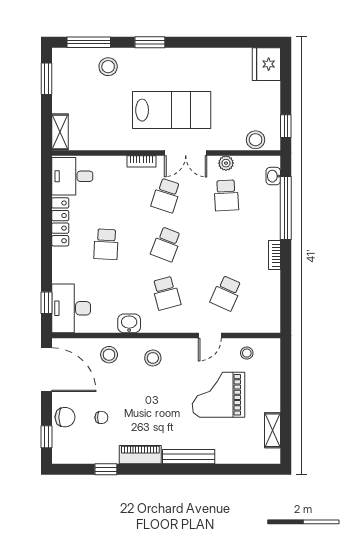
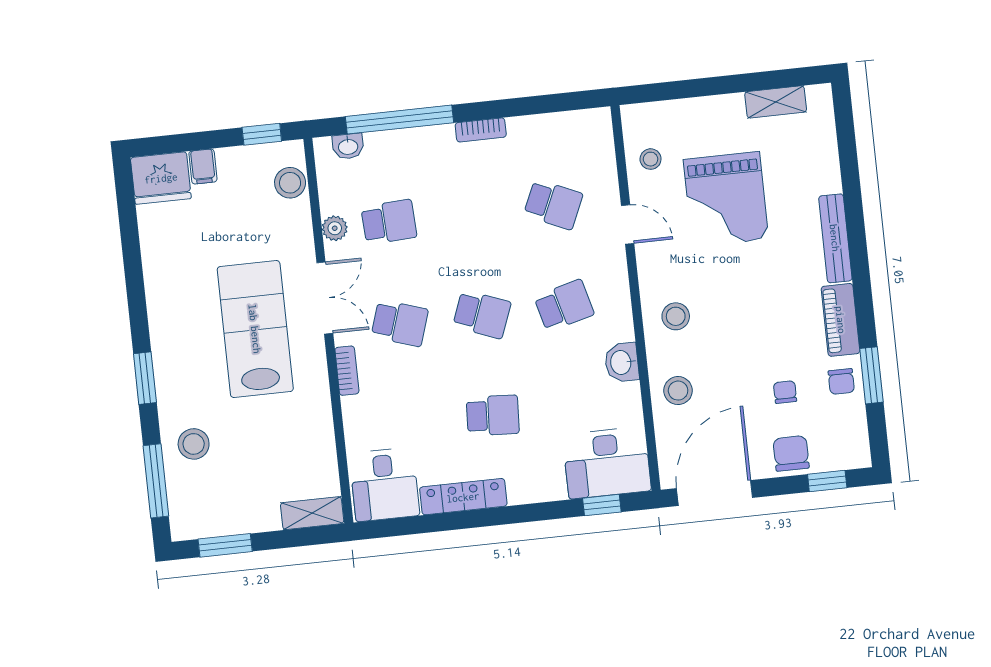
filing cabinet: (271, 90) -> (203, 166), added
chair: (104, 451) -> (841, 382), added
window: (106, 469) -> (871, 375), width x1.50

